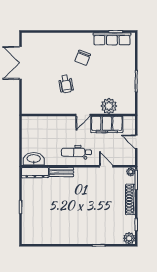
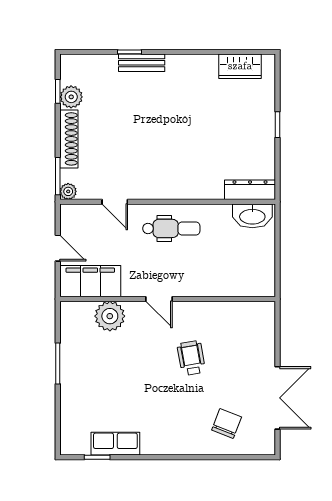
row of seats: (112, 39) -> (115, 444), width x0.68
chair: (83, 58) -> (227, 424), moved
door: (83, 115) -> (159, 299), swing flipped
filing cabinet: (107, 124) -> (90, 281), moved
bench: (61, 172) -> (142, 63), moved
wardrobe: (40, 238) -> (240, 66), added
plant: (129, 238) -> (71, 97), moved

